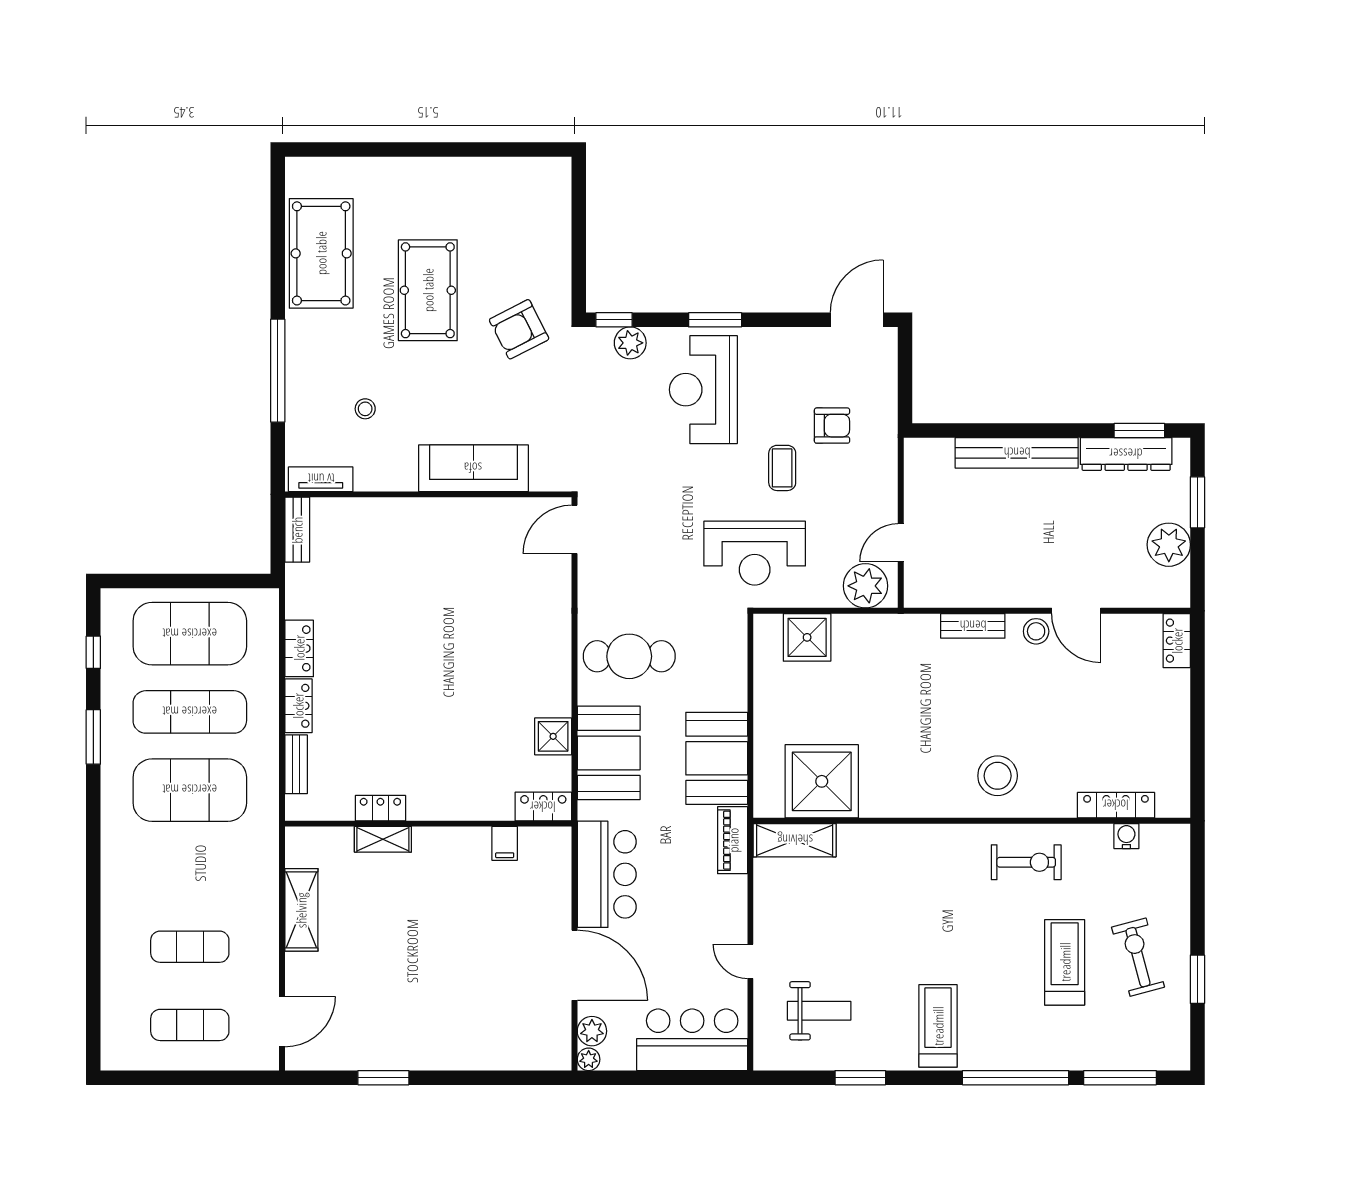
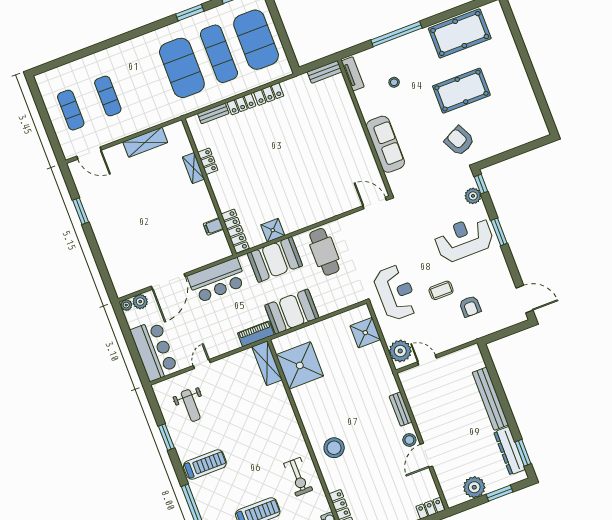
reception desk: (755, 553) -> (396, 293), turned 180
locker: (543, 807) -> (235, 231), width x1.53

